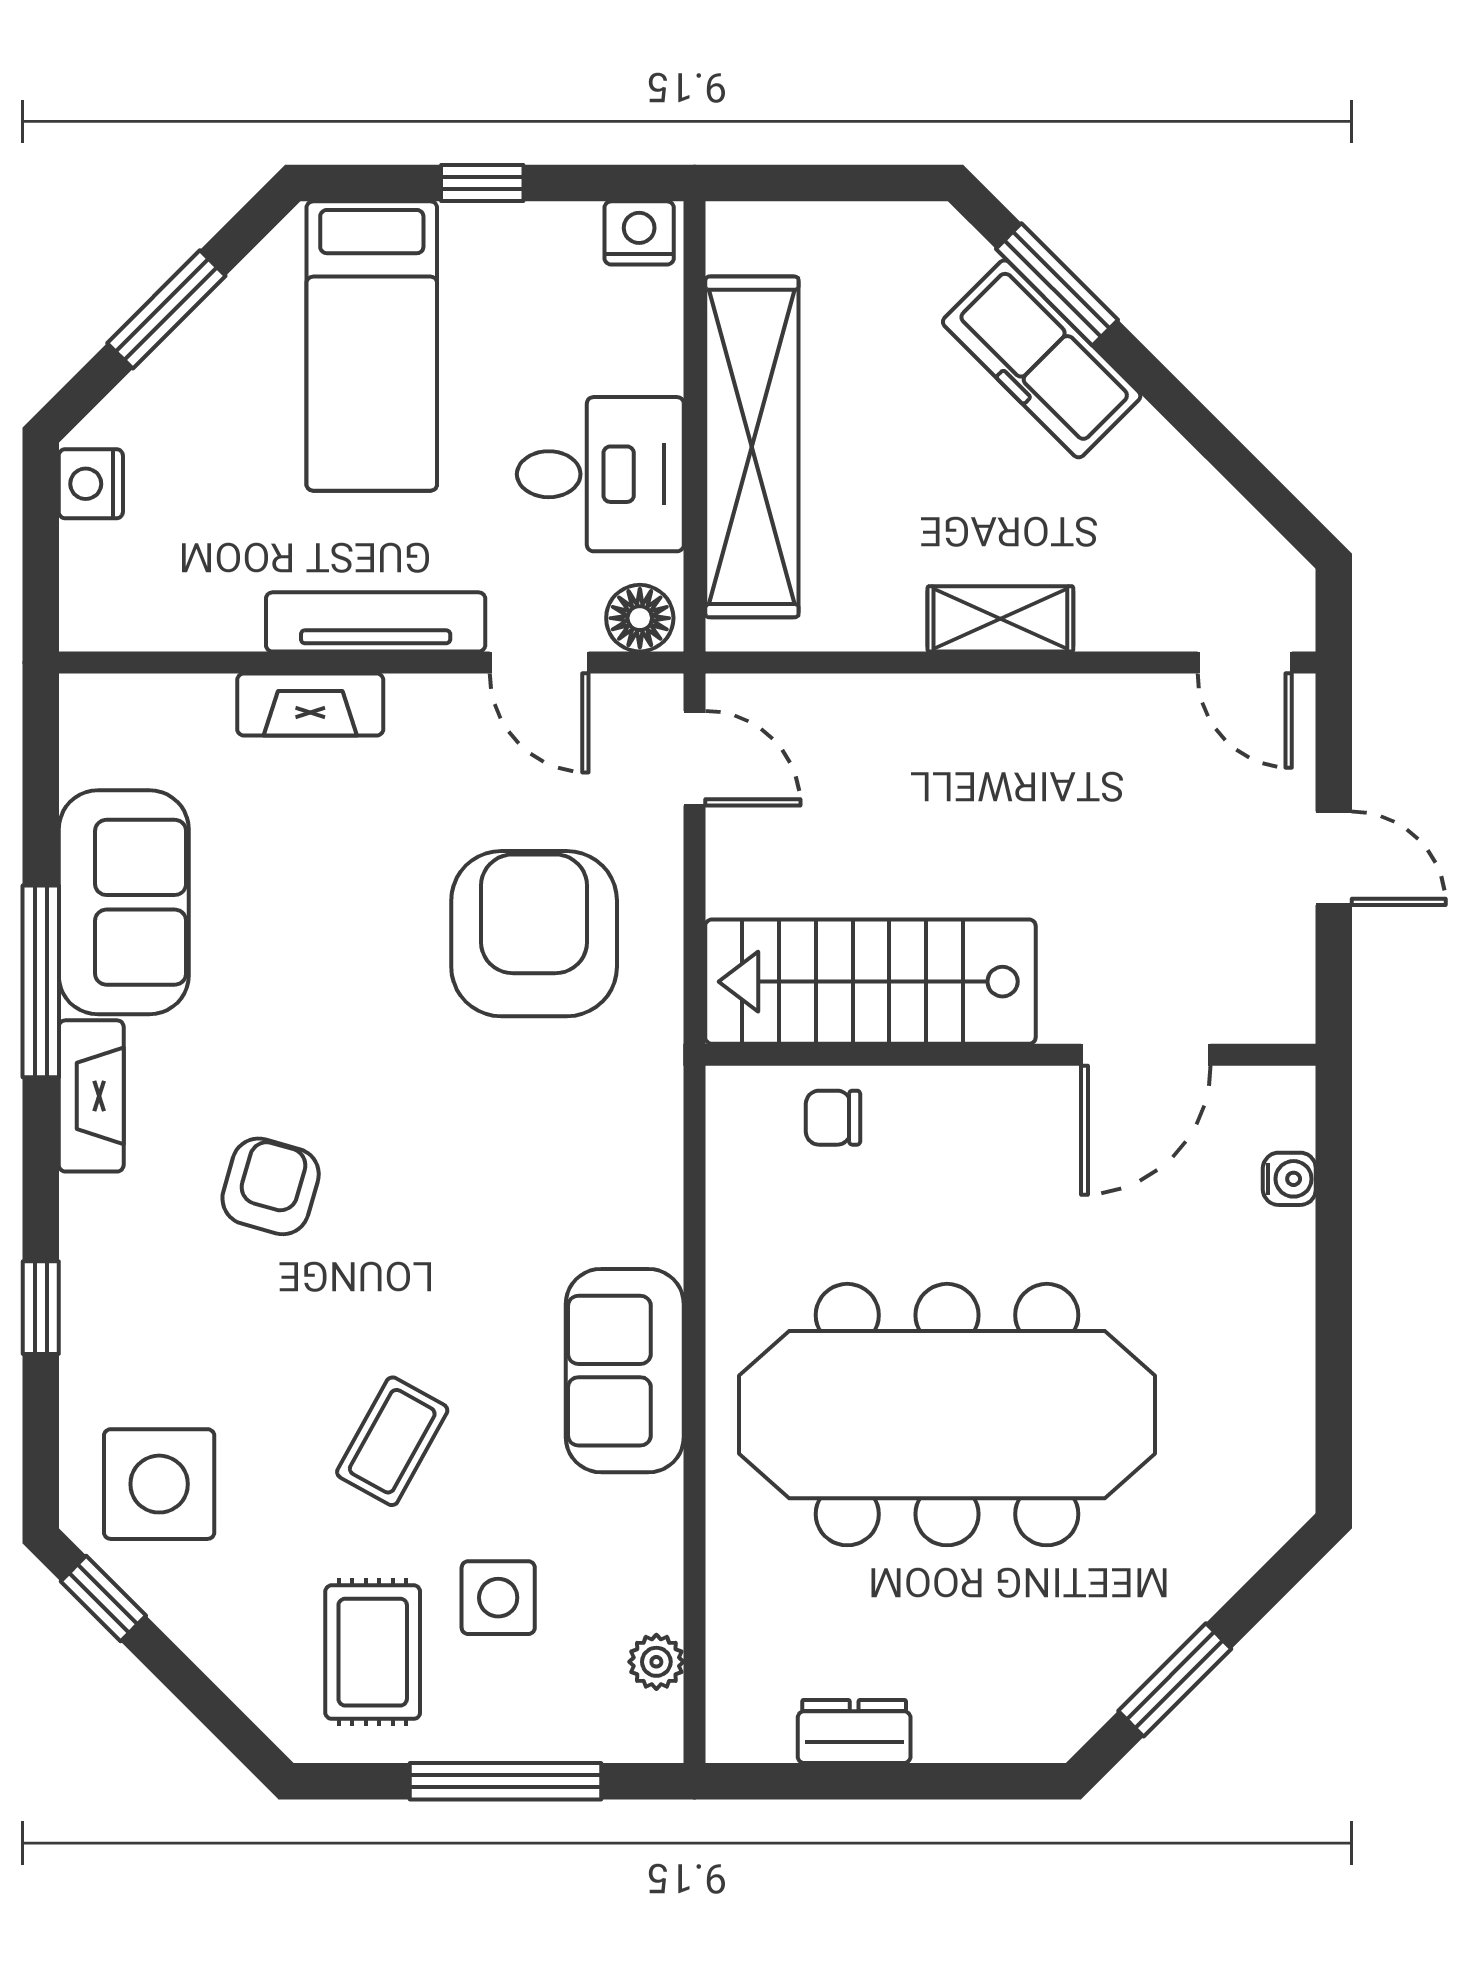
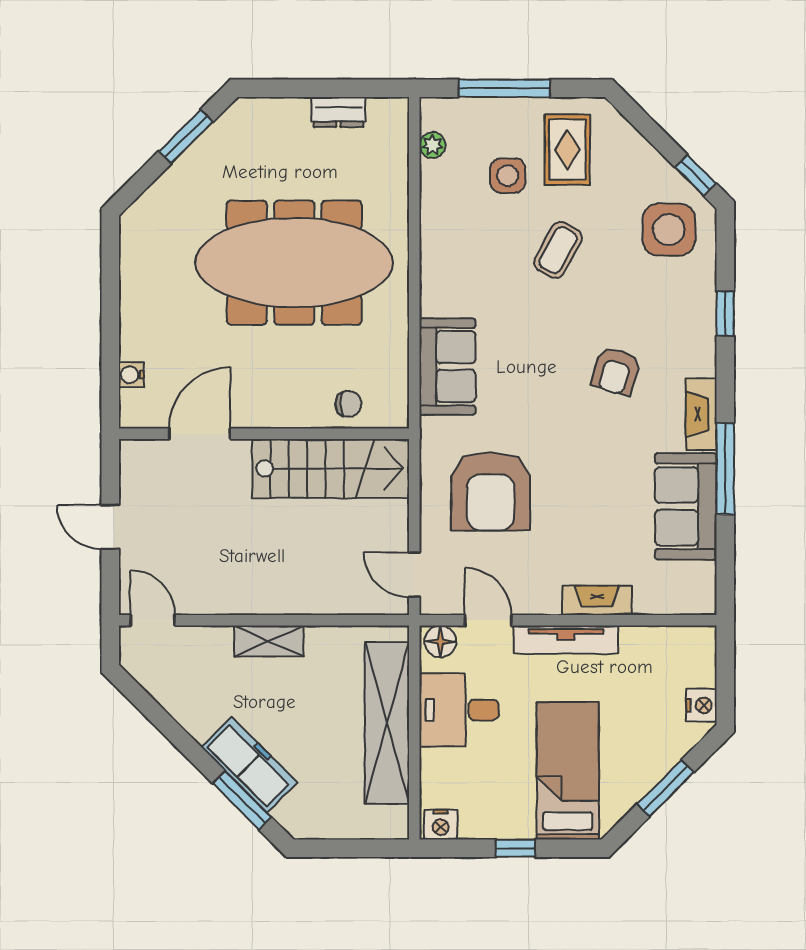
sofa: (625, 1371) -> (447, 367), moved

